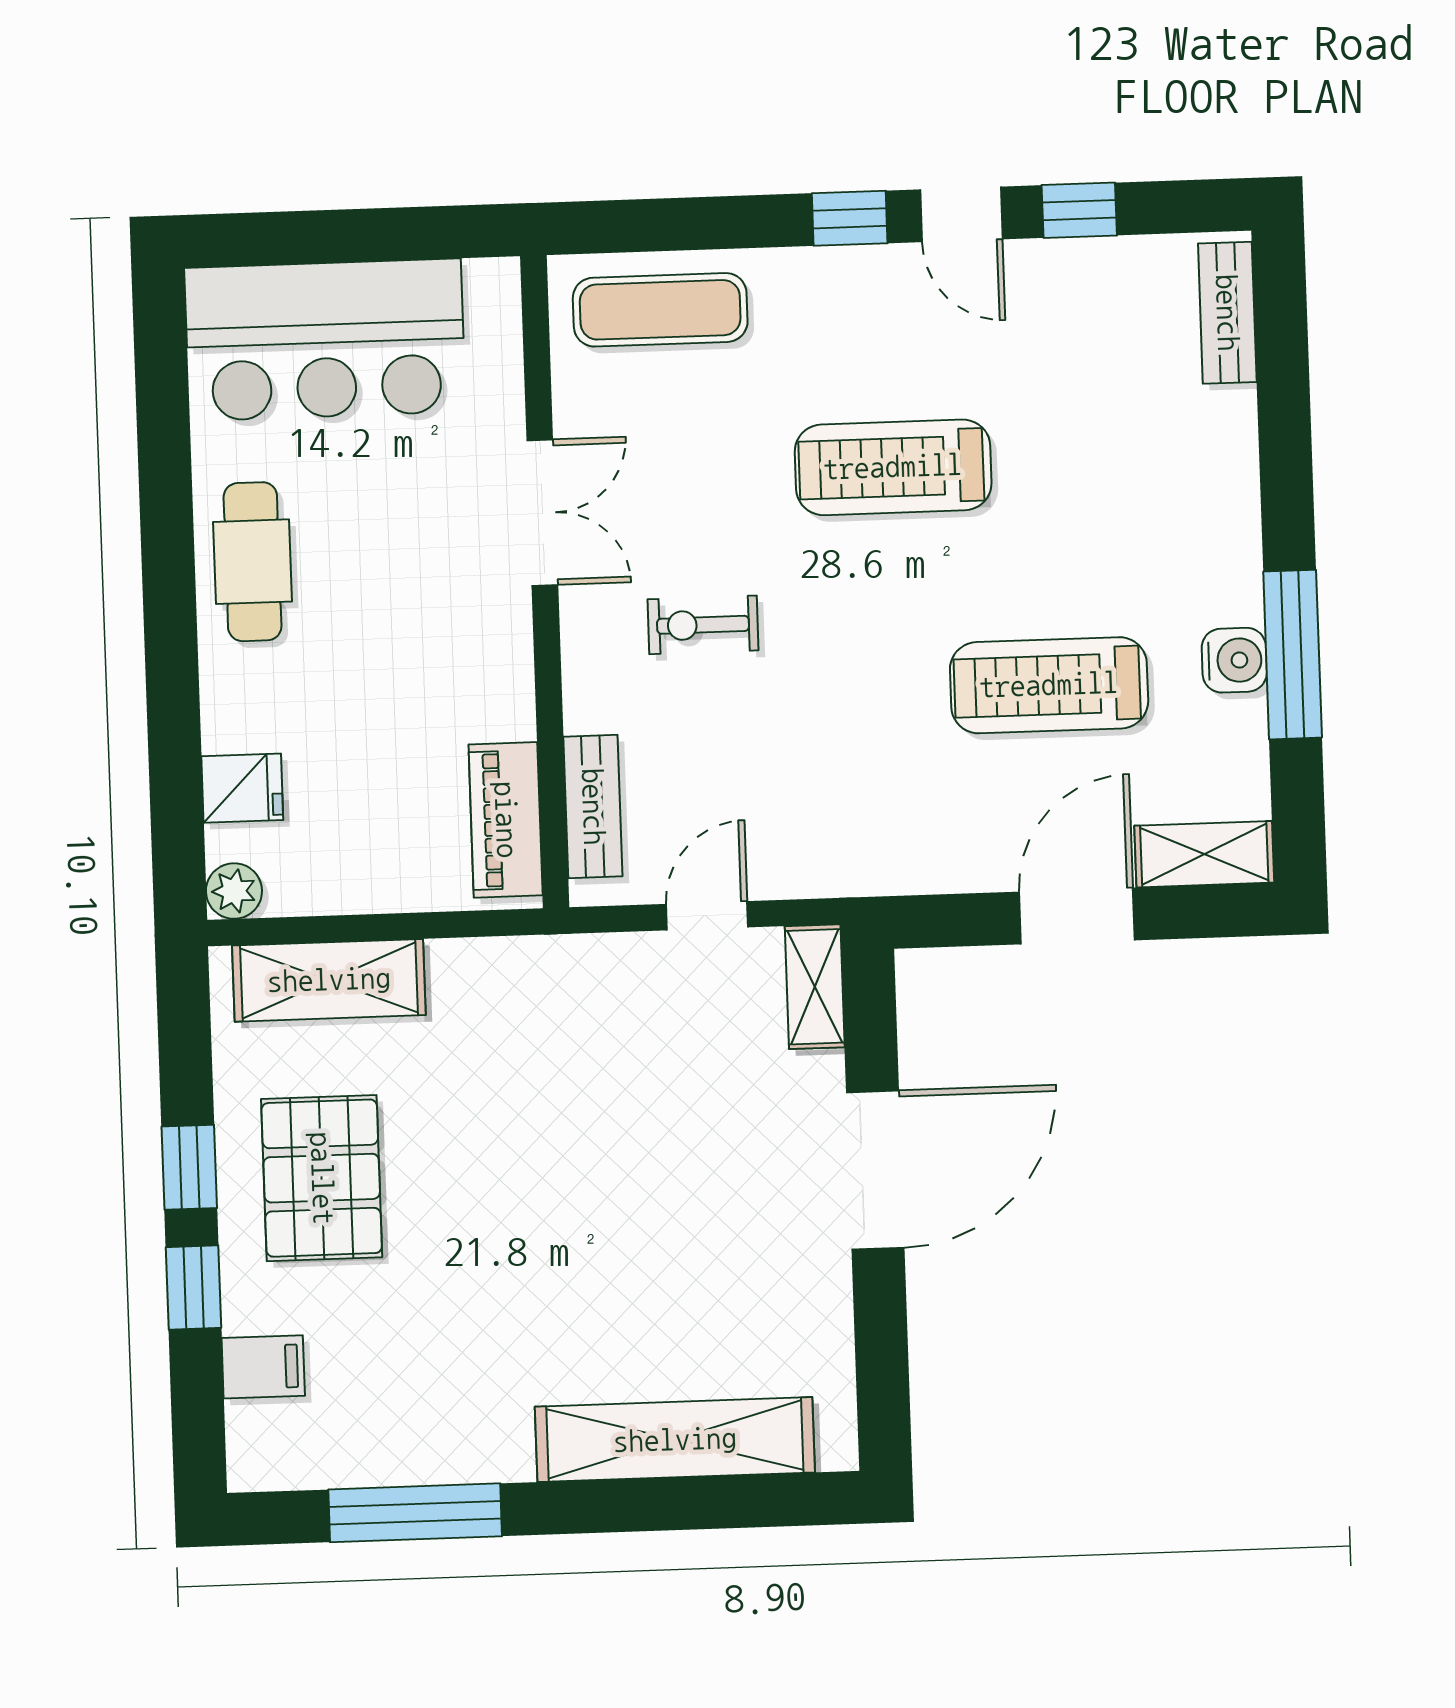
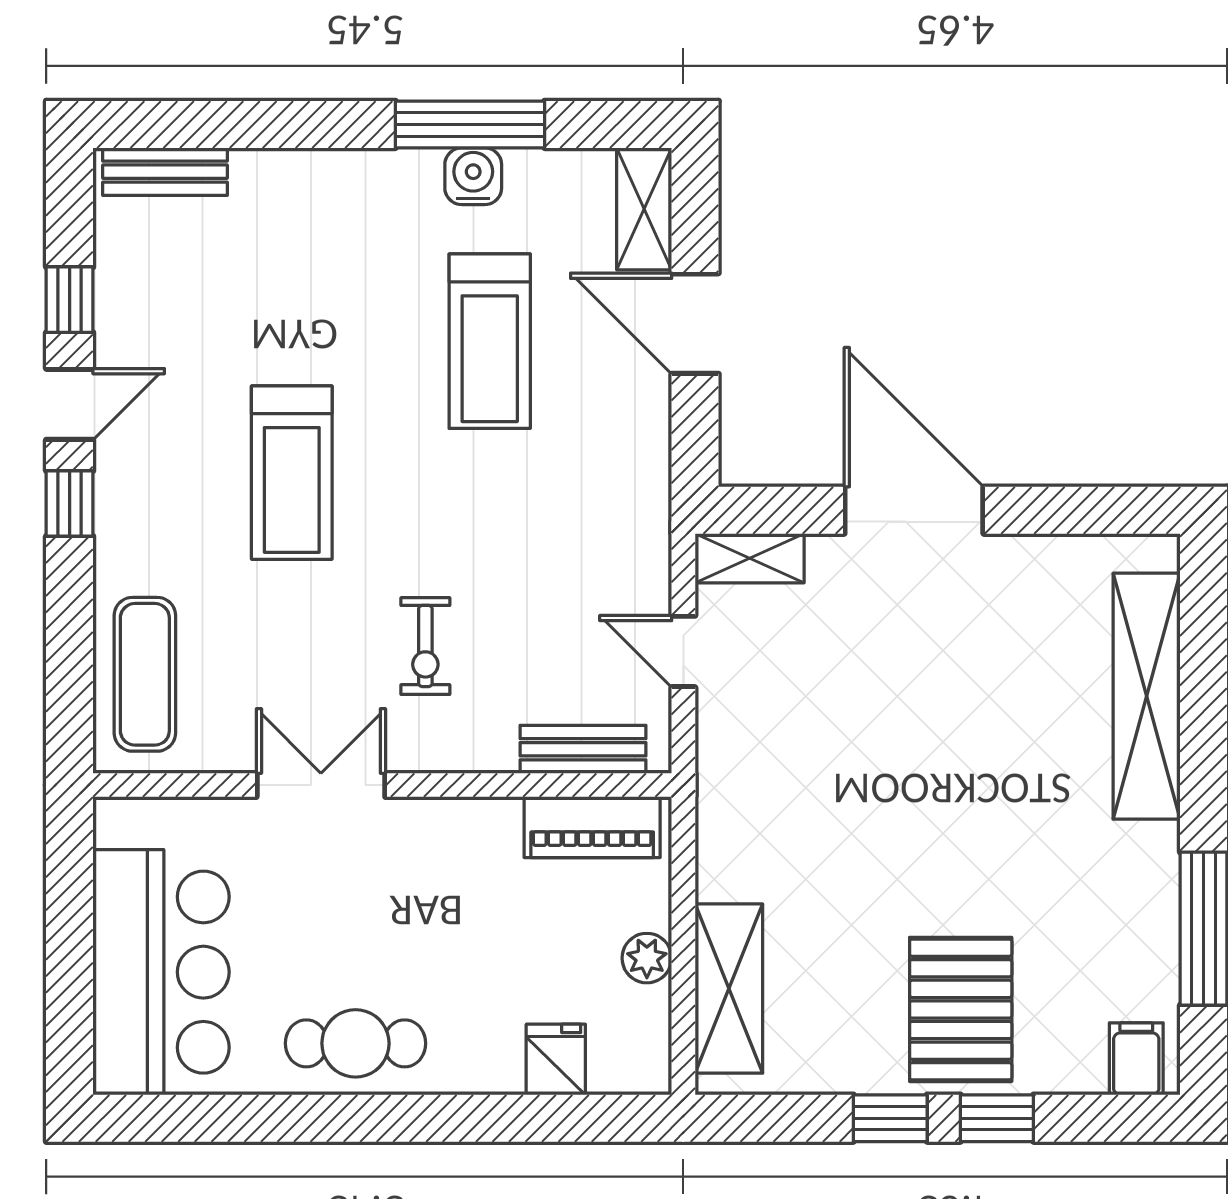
plant: (234, 891) -> (647, 958), moved
pallet: (322, 1178) -> (961, 1009), moved, turned 90
filing cabinet: (263, 1367) -> (1136, 1059), moved

